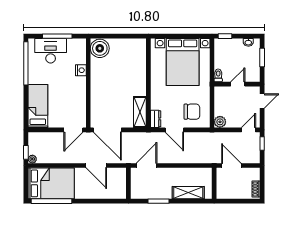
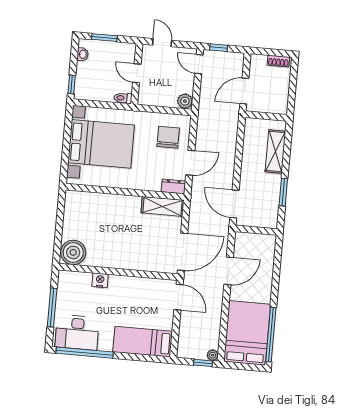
desk: (51, 51) -> (77, 332), moved, turned -90

